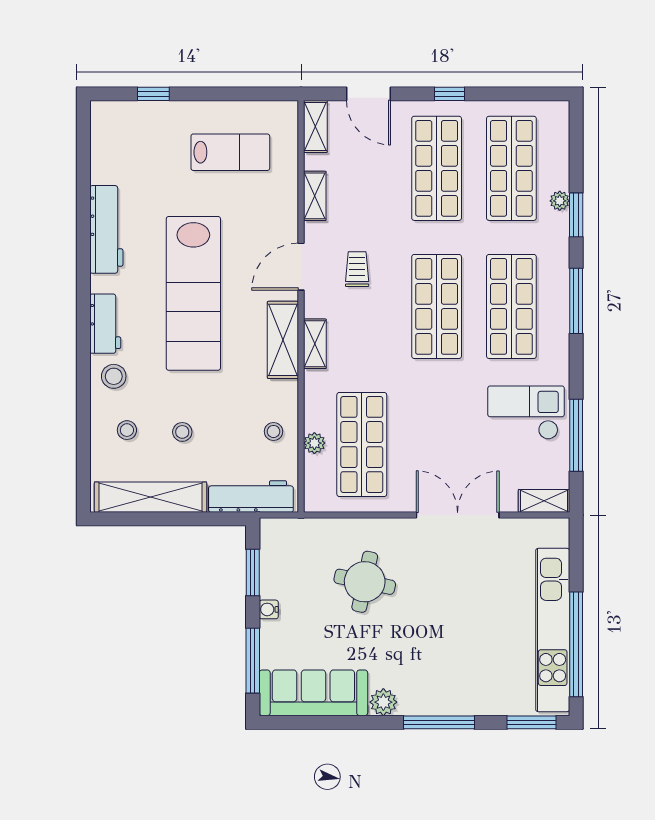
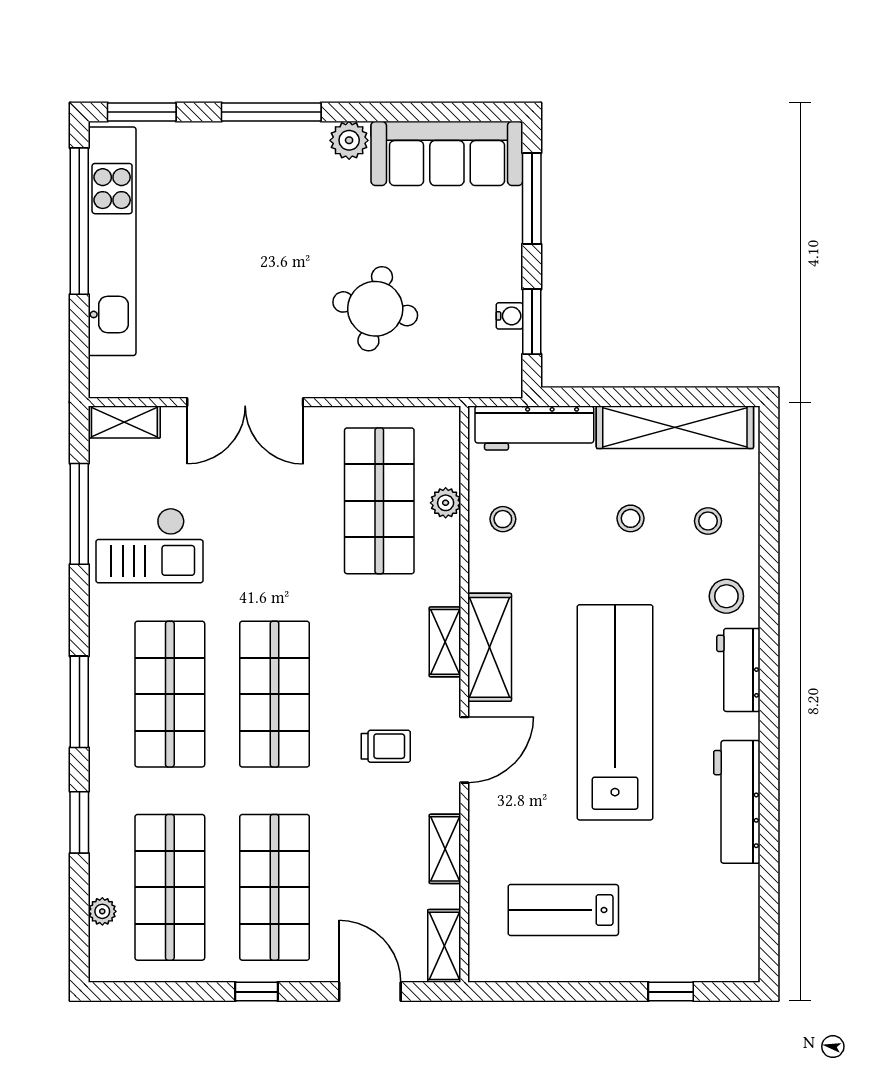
plant: (560, 201) -> (102, 911), moved
trolley: (357, 269) -> (386, 746), turned -90
water cooler: (269, 609) -> (510, 316), moved

